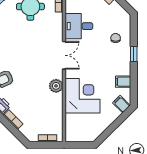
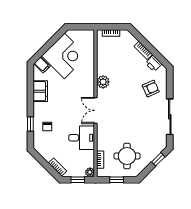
window: (134, 54) -> (30, 124), moved
filing cabinet: (123, 82) -> (40, 91), width x2.00
corner desk: (83, 96) -> (64, 56), moved, turned -135

